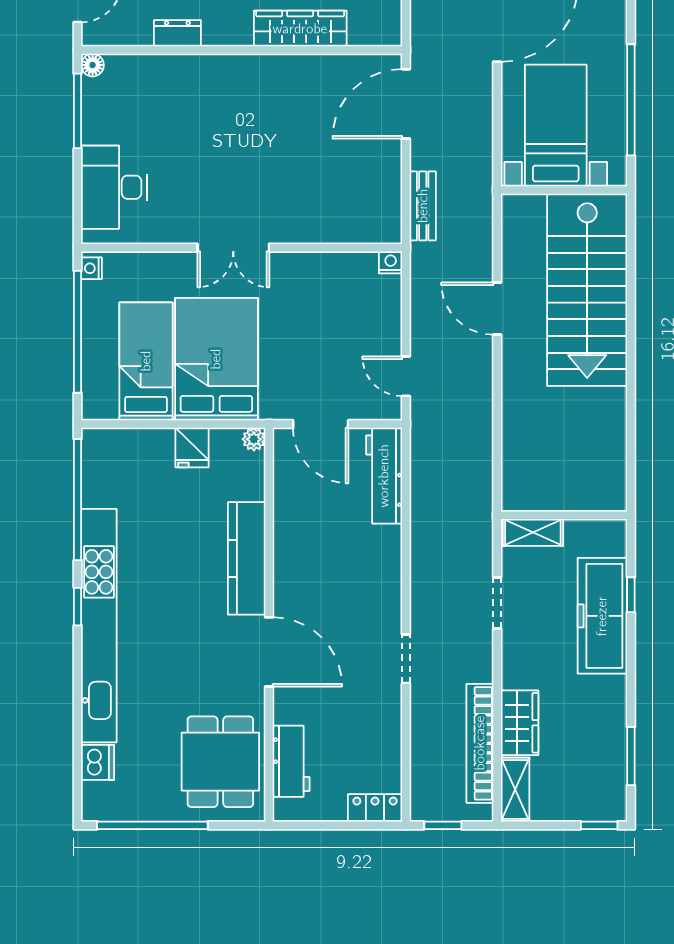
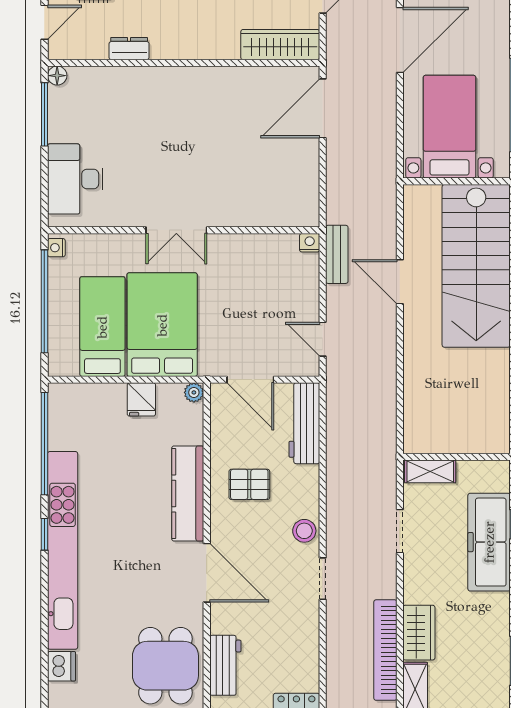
wardrobe: (300, 29) -> (280, 45), moved
bench: (423, 206) -> (337, 254), moved
pallet: (319, 548) -> (249, 484), added
stool: (384, 603) -> (304, 531), added

